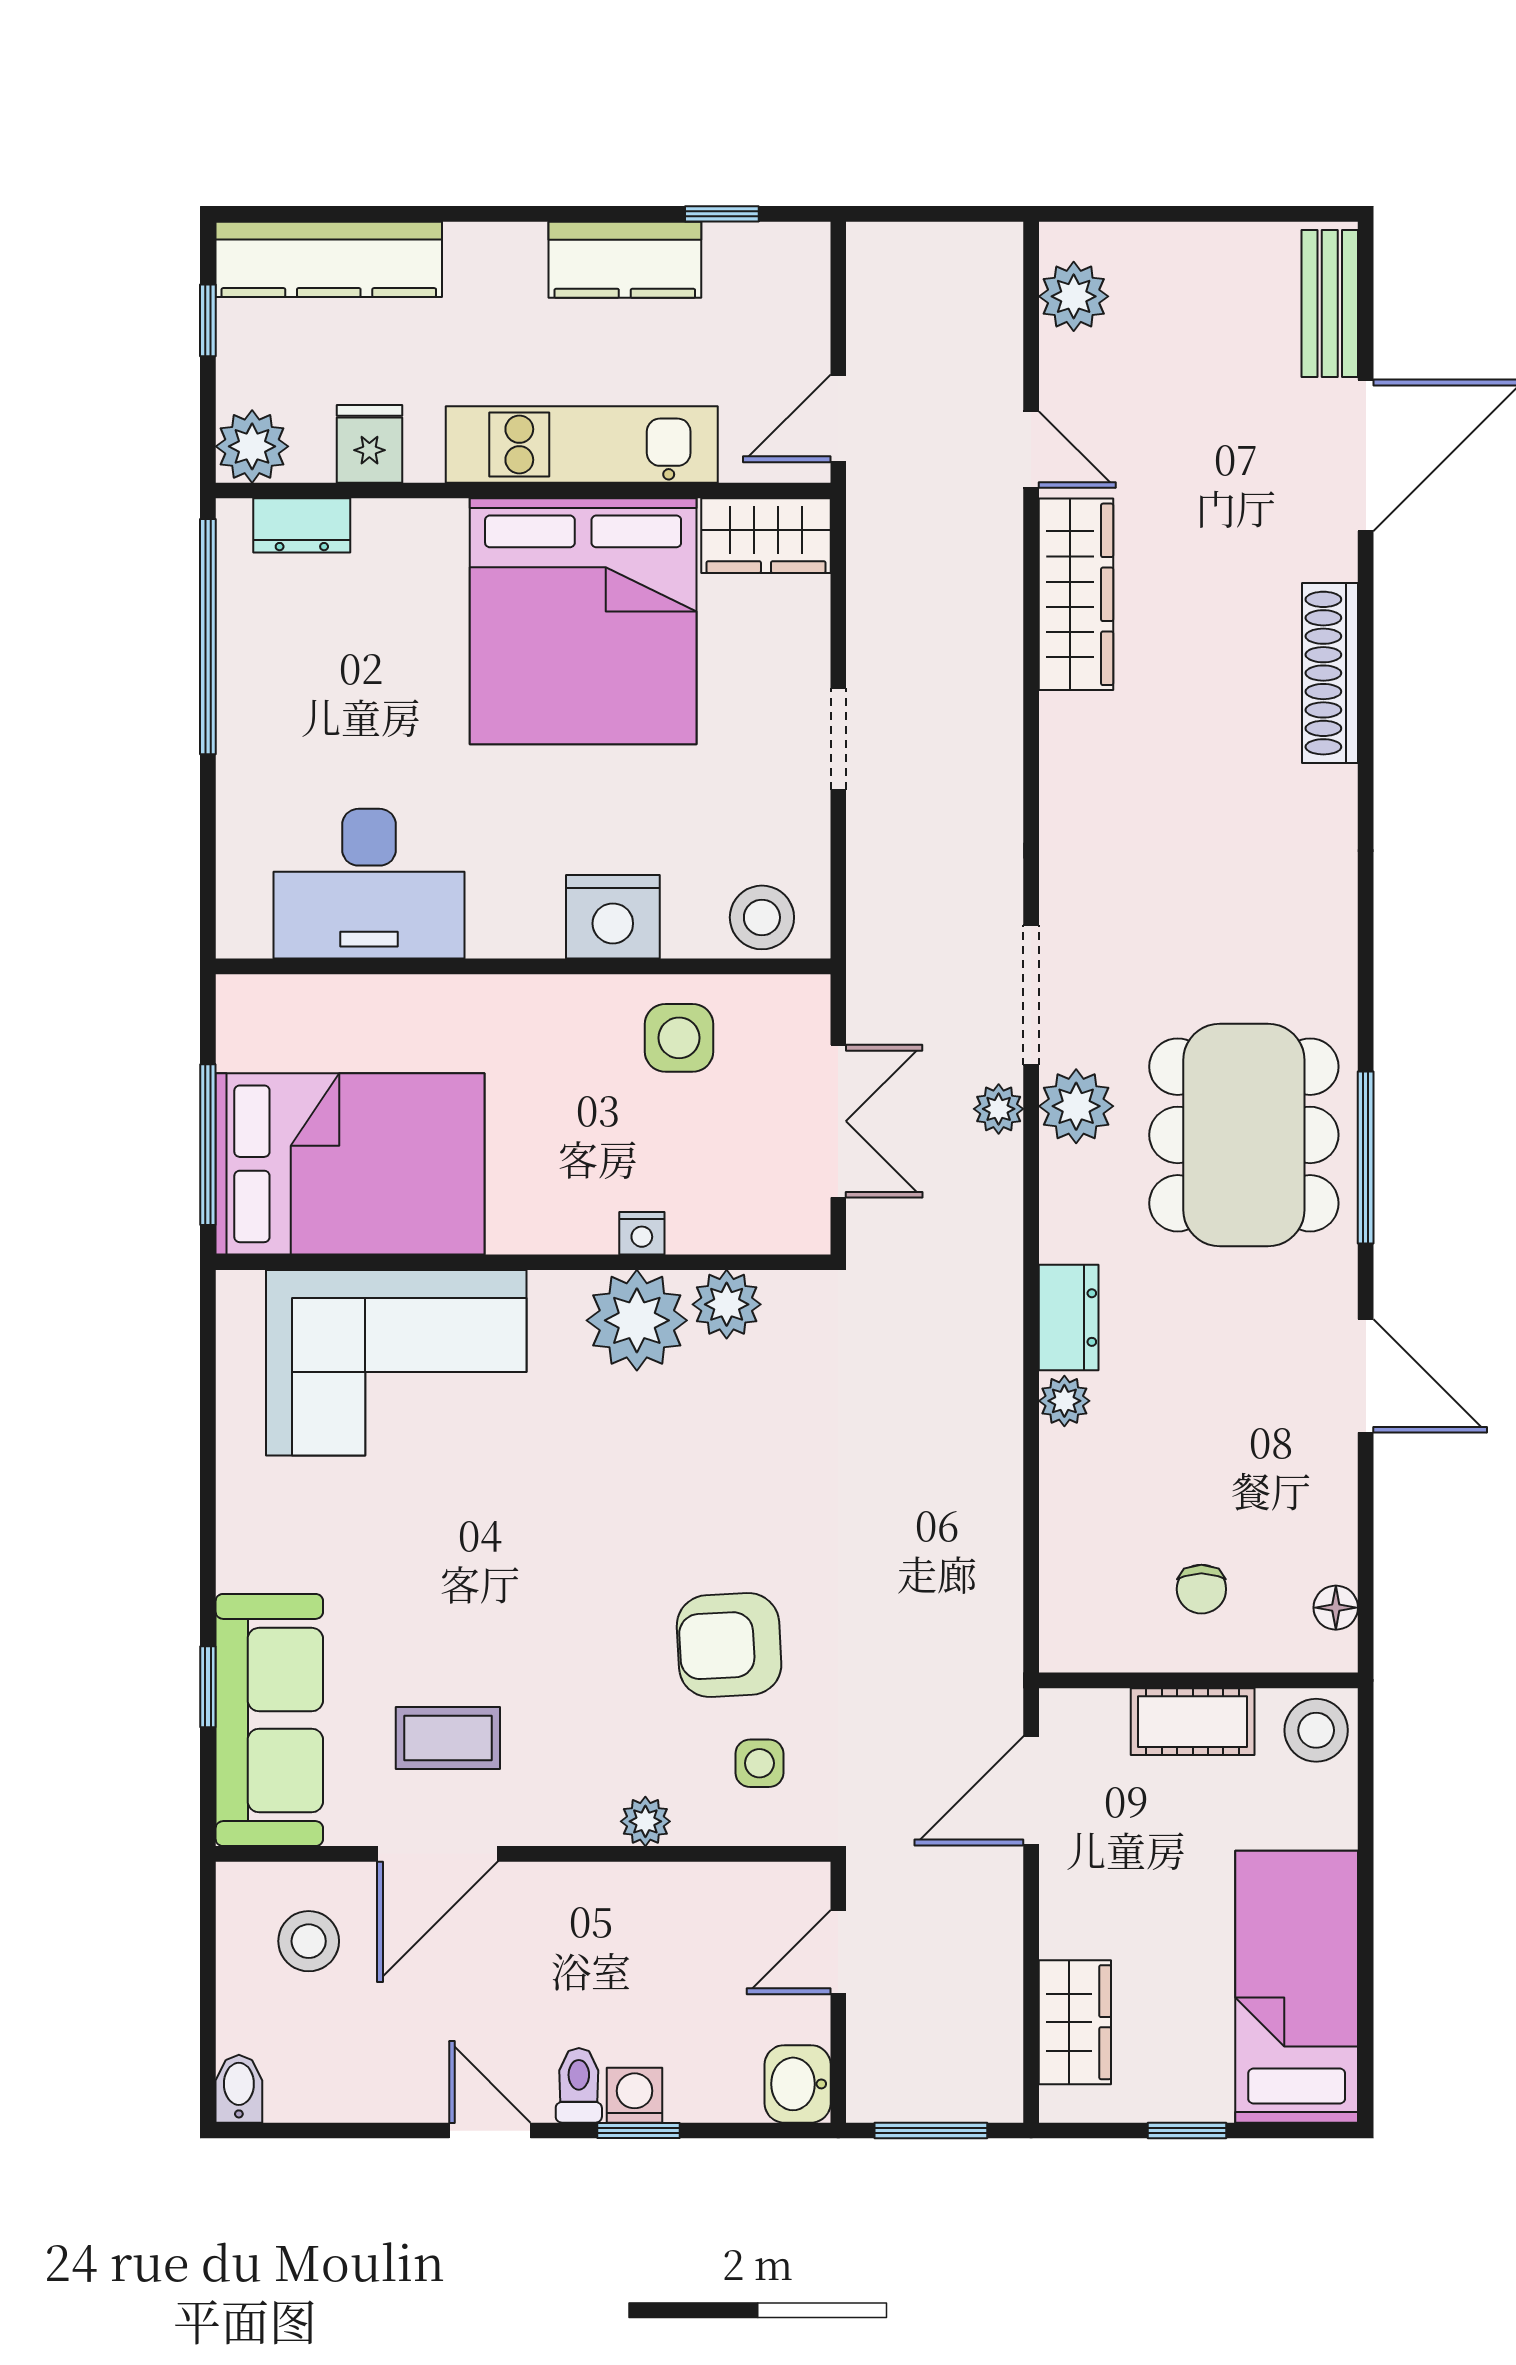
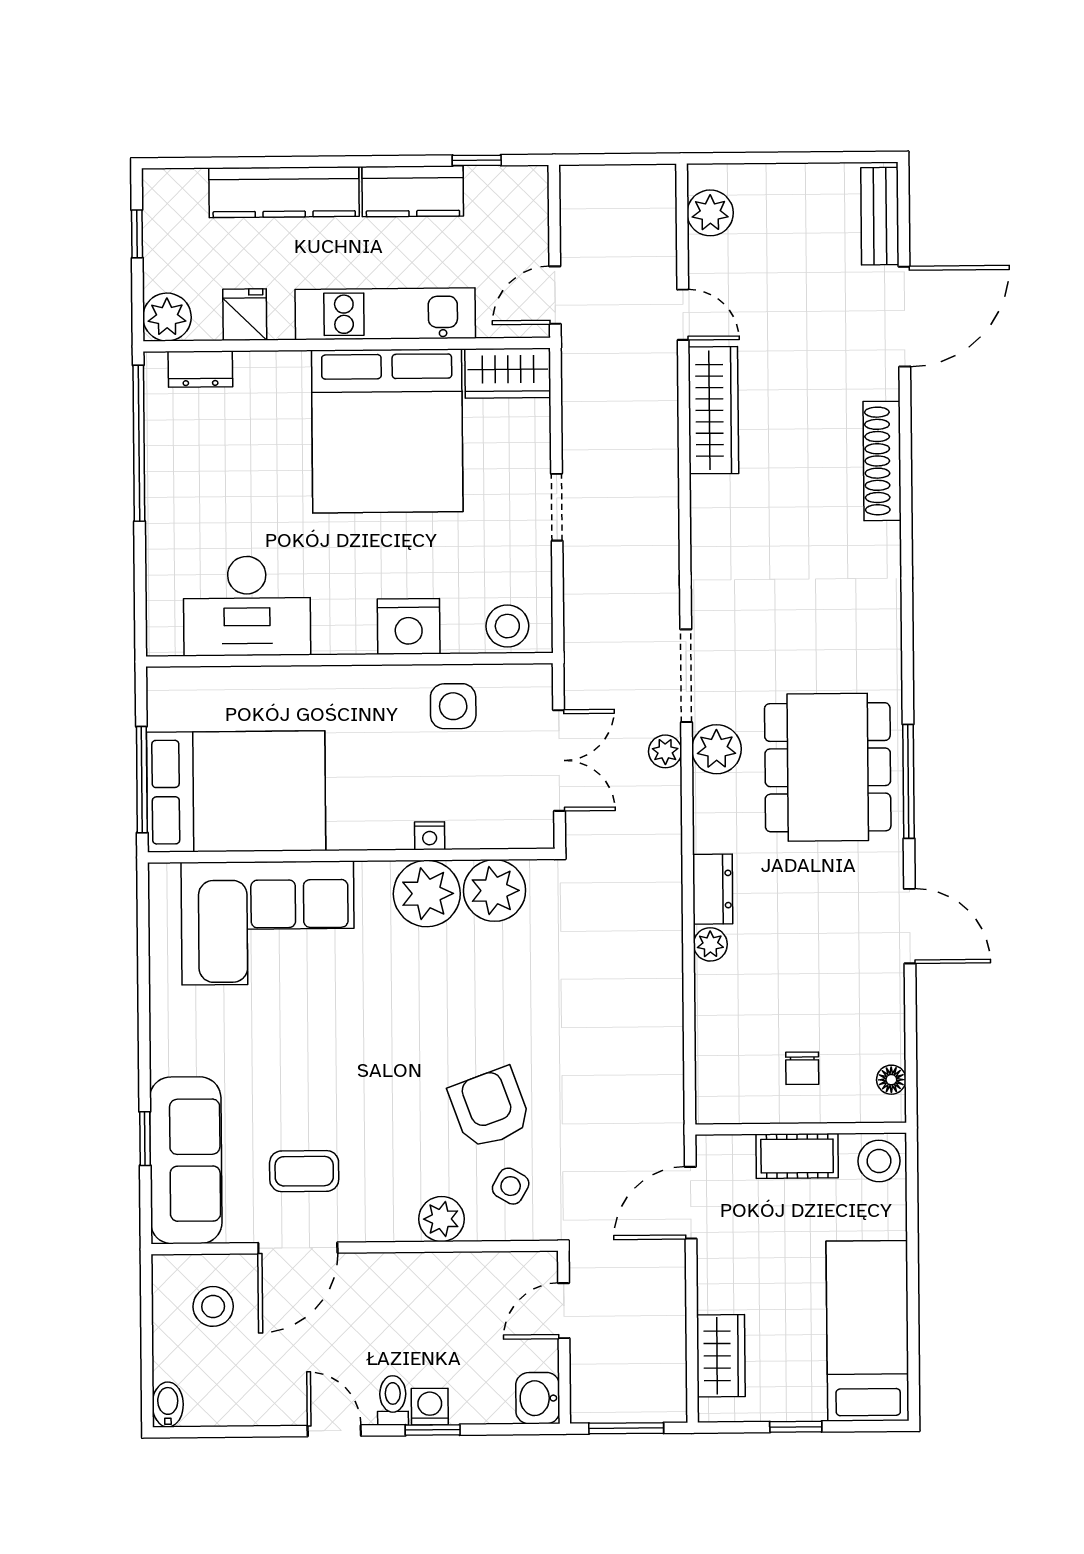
kitchen counter: (329, 259) -> (284, 192), moved
plant: (727, 1304) -> (495, 891), width x1.36, depth x1.36
armchair: (729, 1645) -> (490, 1108), turned 73
side table: (759, 1763) -> (511, 1186), turned 30
plant: (645, 1821) -> (441, 1219), width x1.38, depth x1.38

